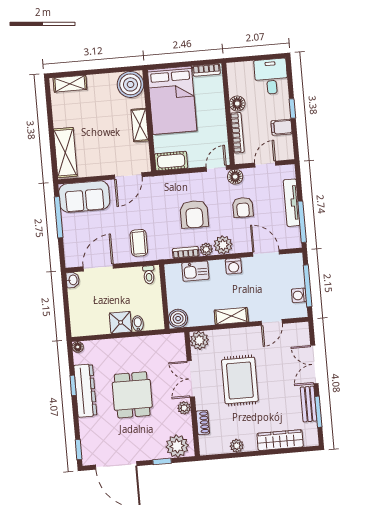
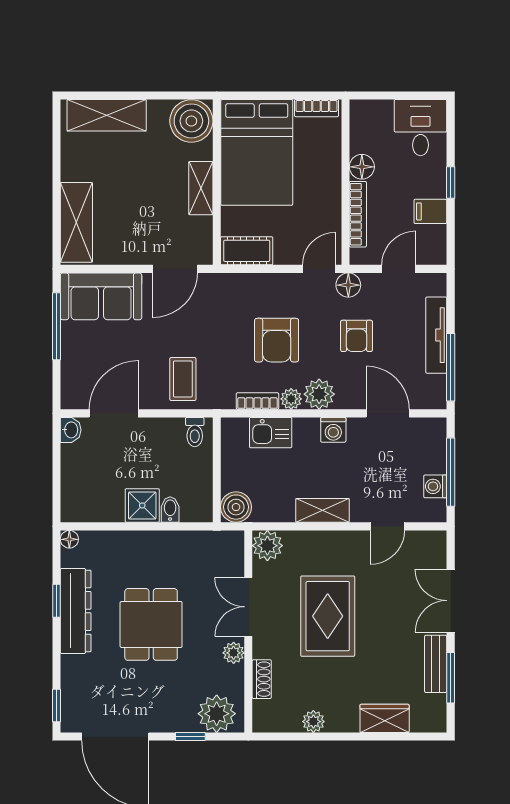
shelving: (70, 84) -> (107, 115), width x1.50, depth x1.33
wardrobe: (280, 440) -> (385, 718), width x0.67

